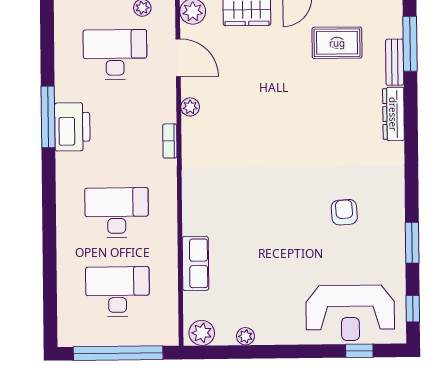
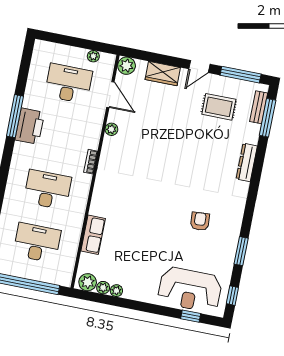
bench: (395, 62) -> (259, 107), moved
bookcase: (170, 141) -> (91, 162), moved
plant: (226, 336) -> (103, 288), added

